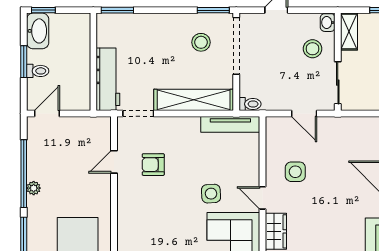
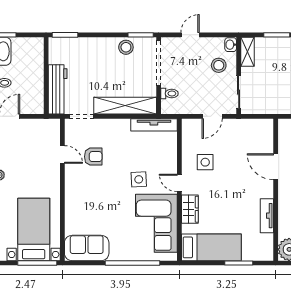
stool: (201, 42) -> (126, 47), moved
toilet: (250, 104) -> (169, 94), moved
door: (304, 114) -> (212, 116), hinge flipped
door: (114, 162) -> (62, 154), swing flipped
armchair: (153, 165) -> (93, 157), turned 180

